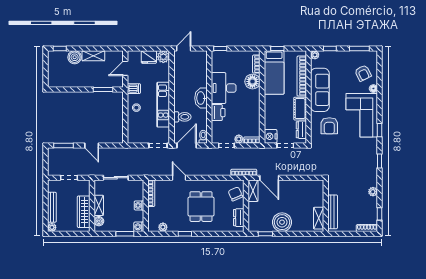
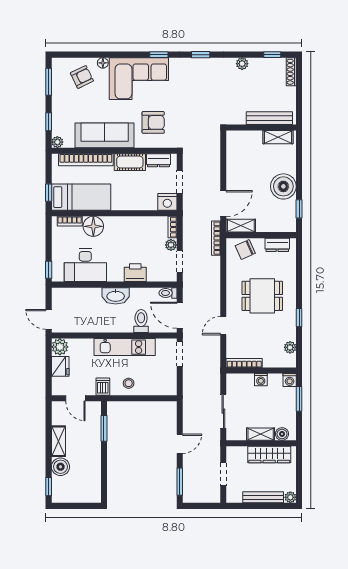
desk: (224, 88) -> (85, 265), moved

